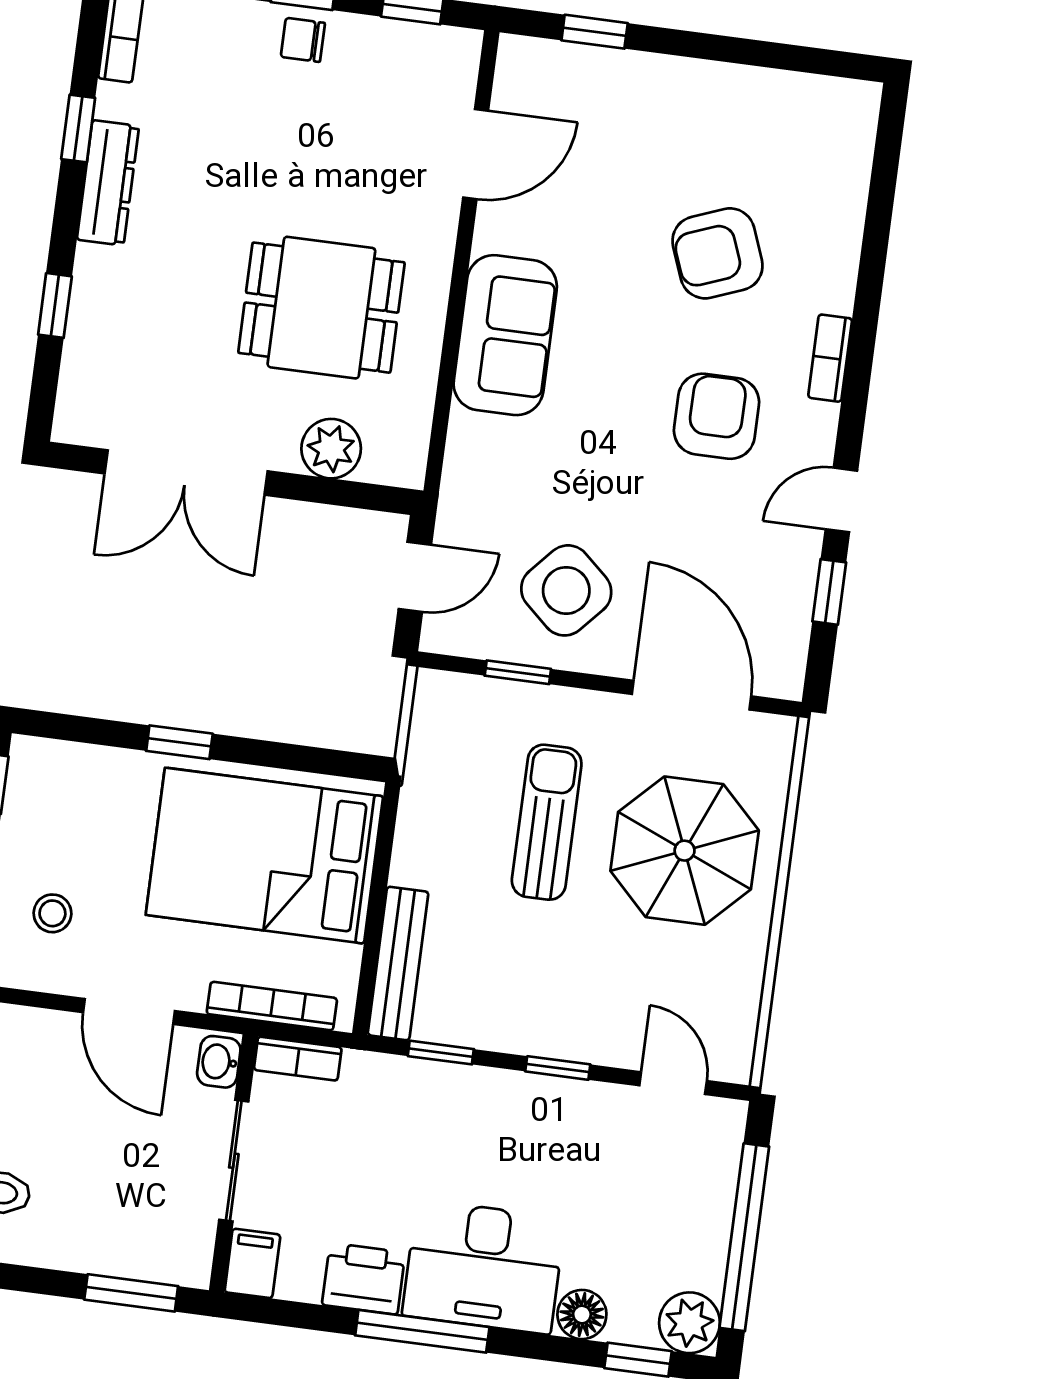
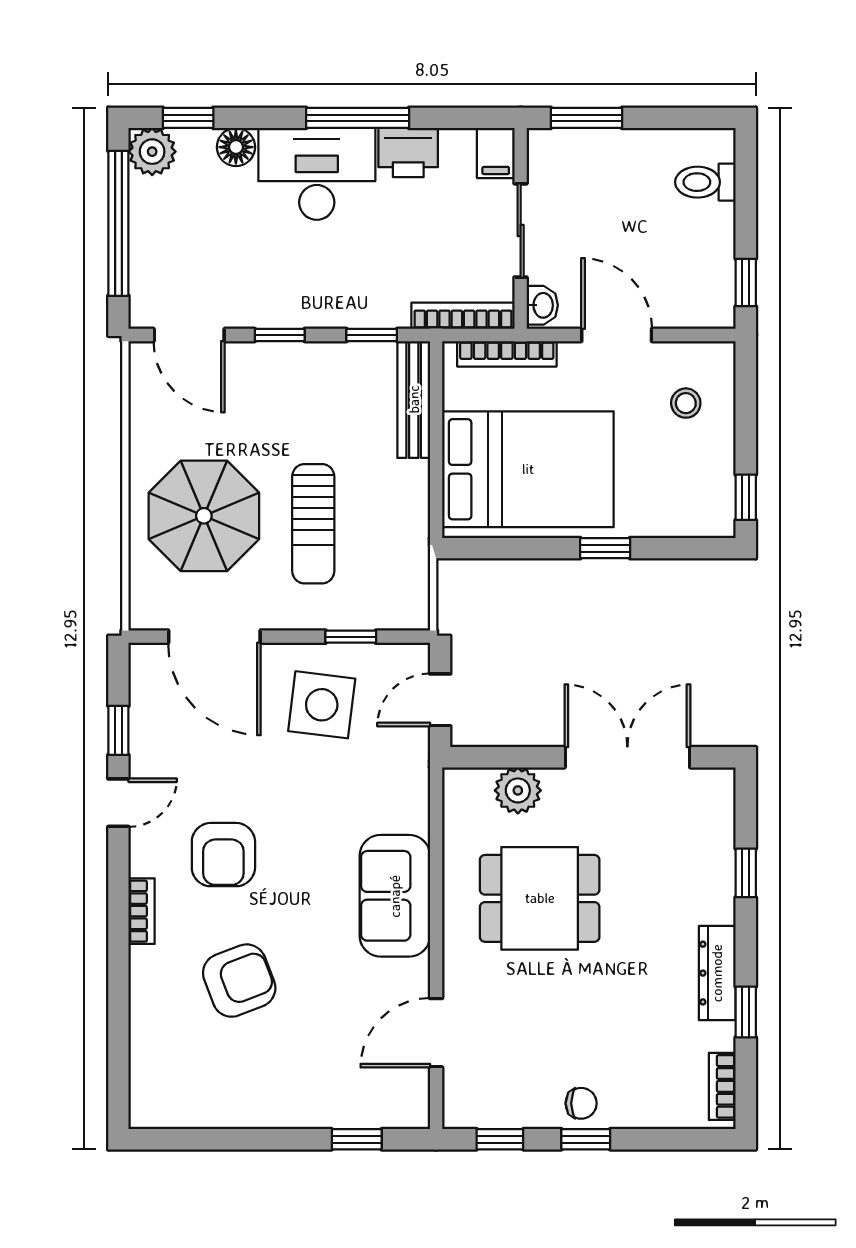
side table: (566, 590) -> (322, 705), turned -35
bookcase: (298, 1059) -> (463, 316), width x1.56
door: (673, 1083) -> (189, 335), width x1.38

